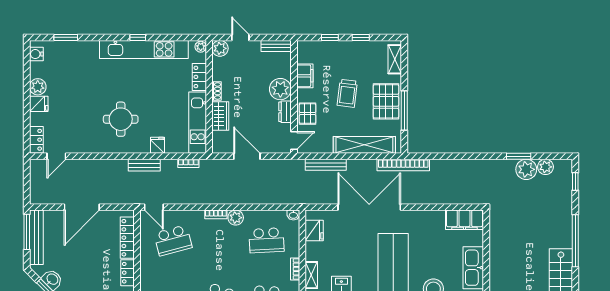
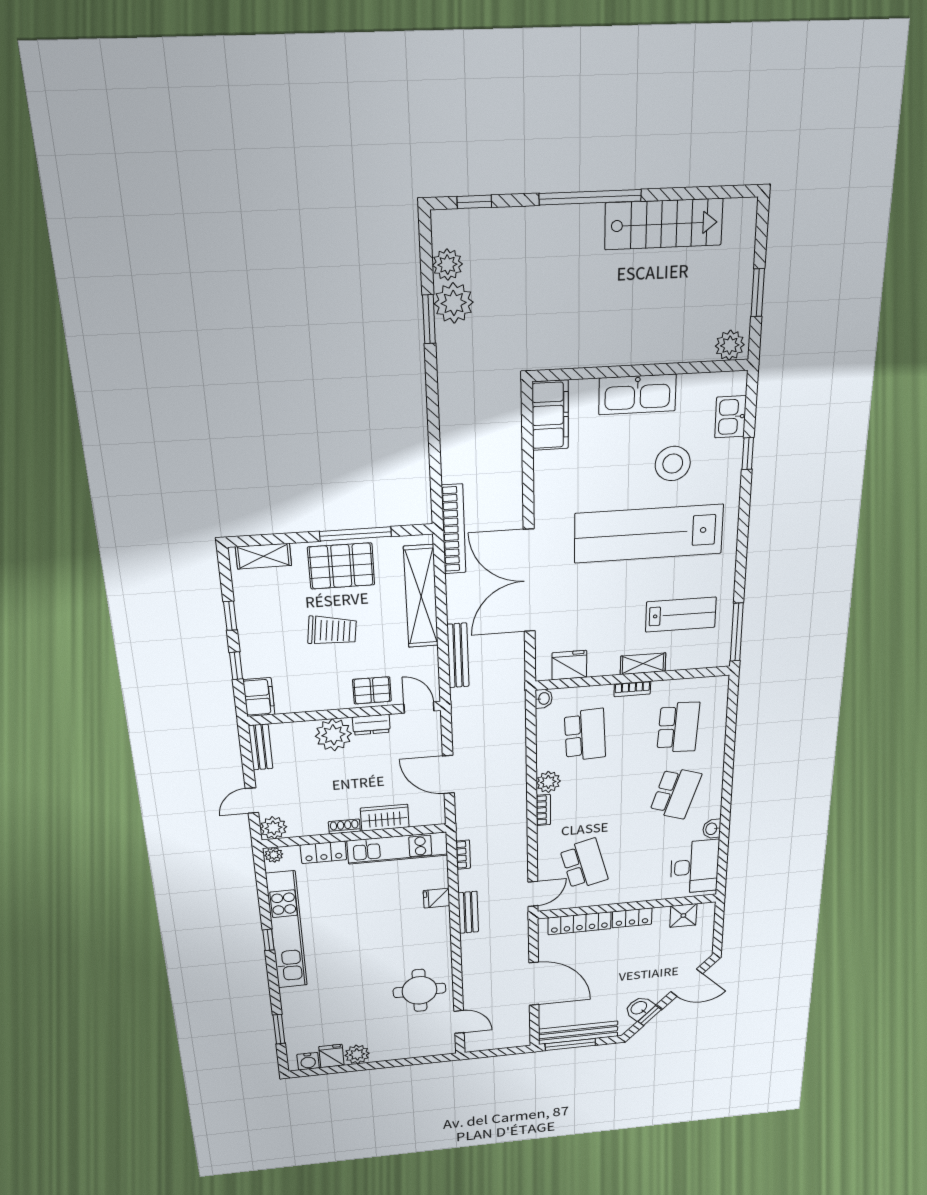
filing cabinet: (305, 76) -> (259, 697), moved, turned 90
fridge: (39, 104) -> (331, 1056), moved
round table: (121, 119) -> (420, 990), moved
locker: (36, 140) -> (436, 1048), removed
door: (247, 156) -> (448, 774), hinge flipped

